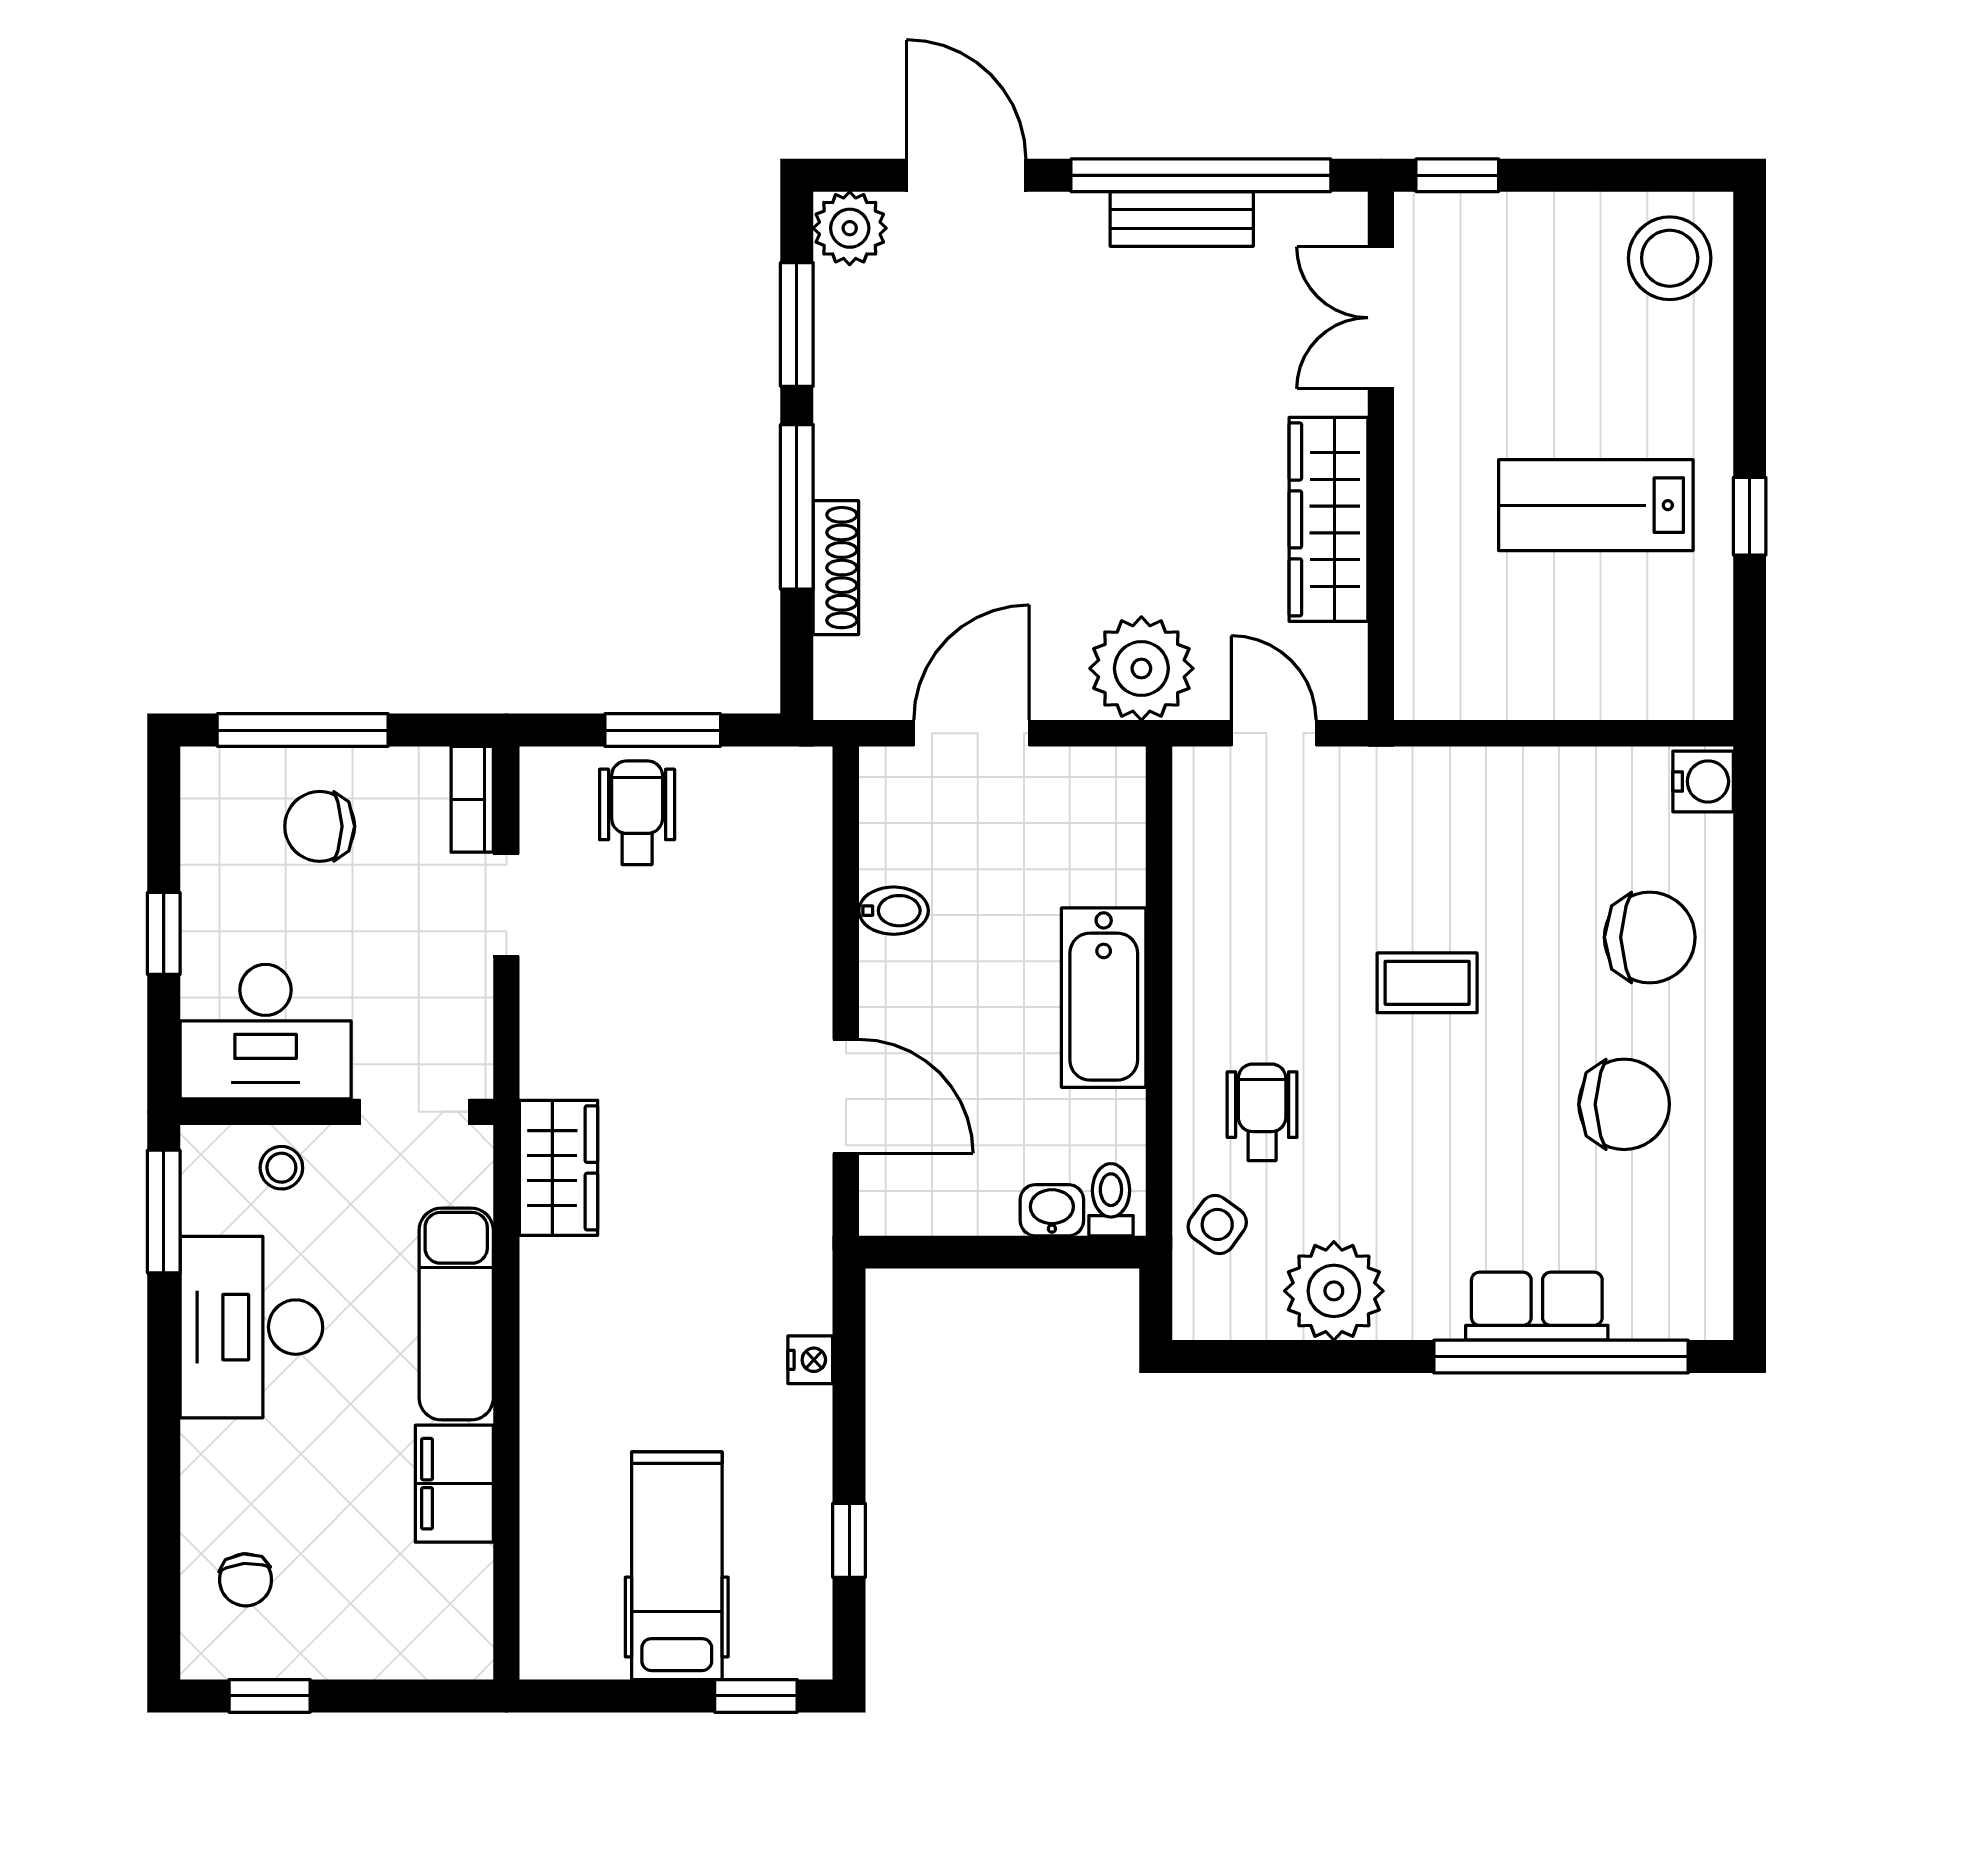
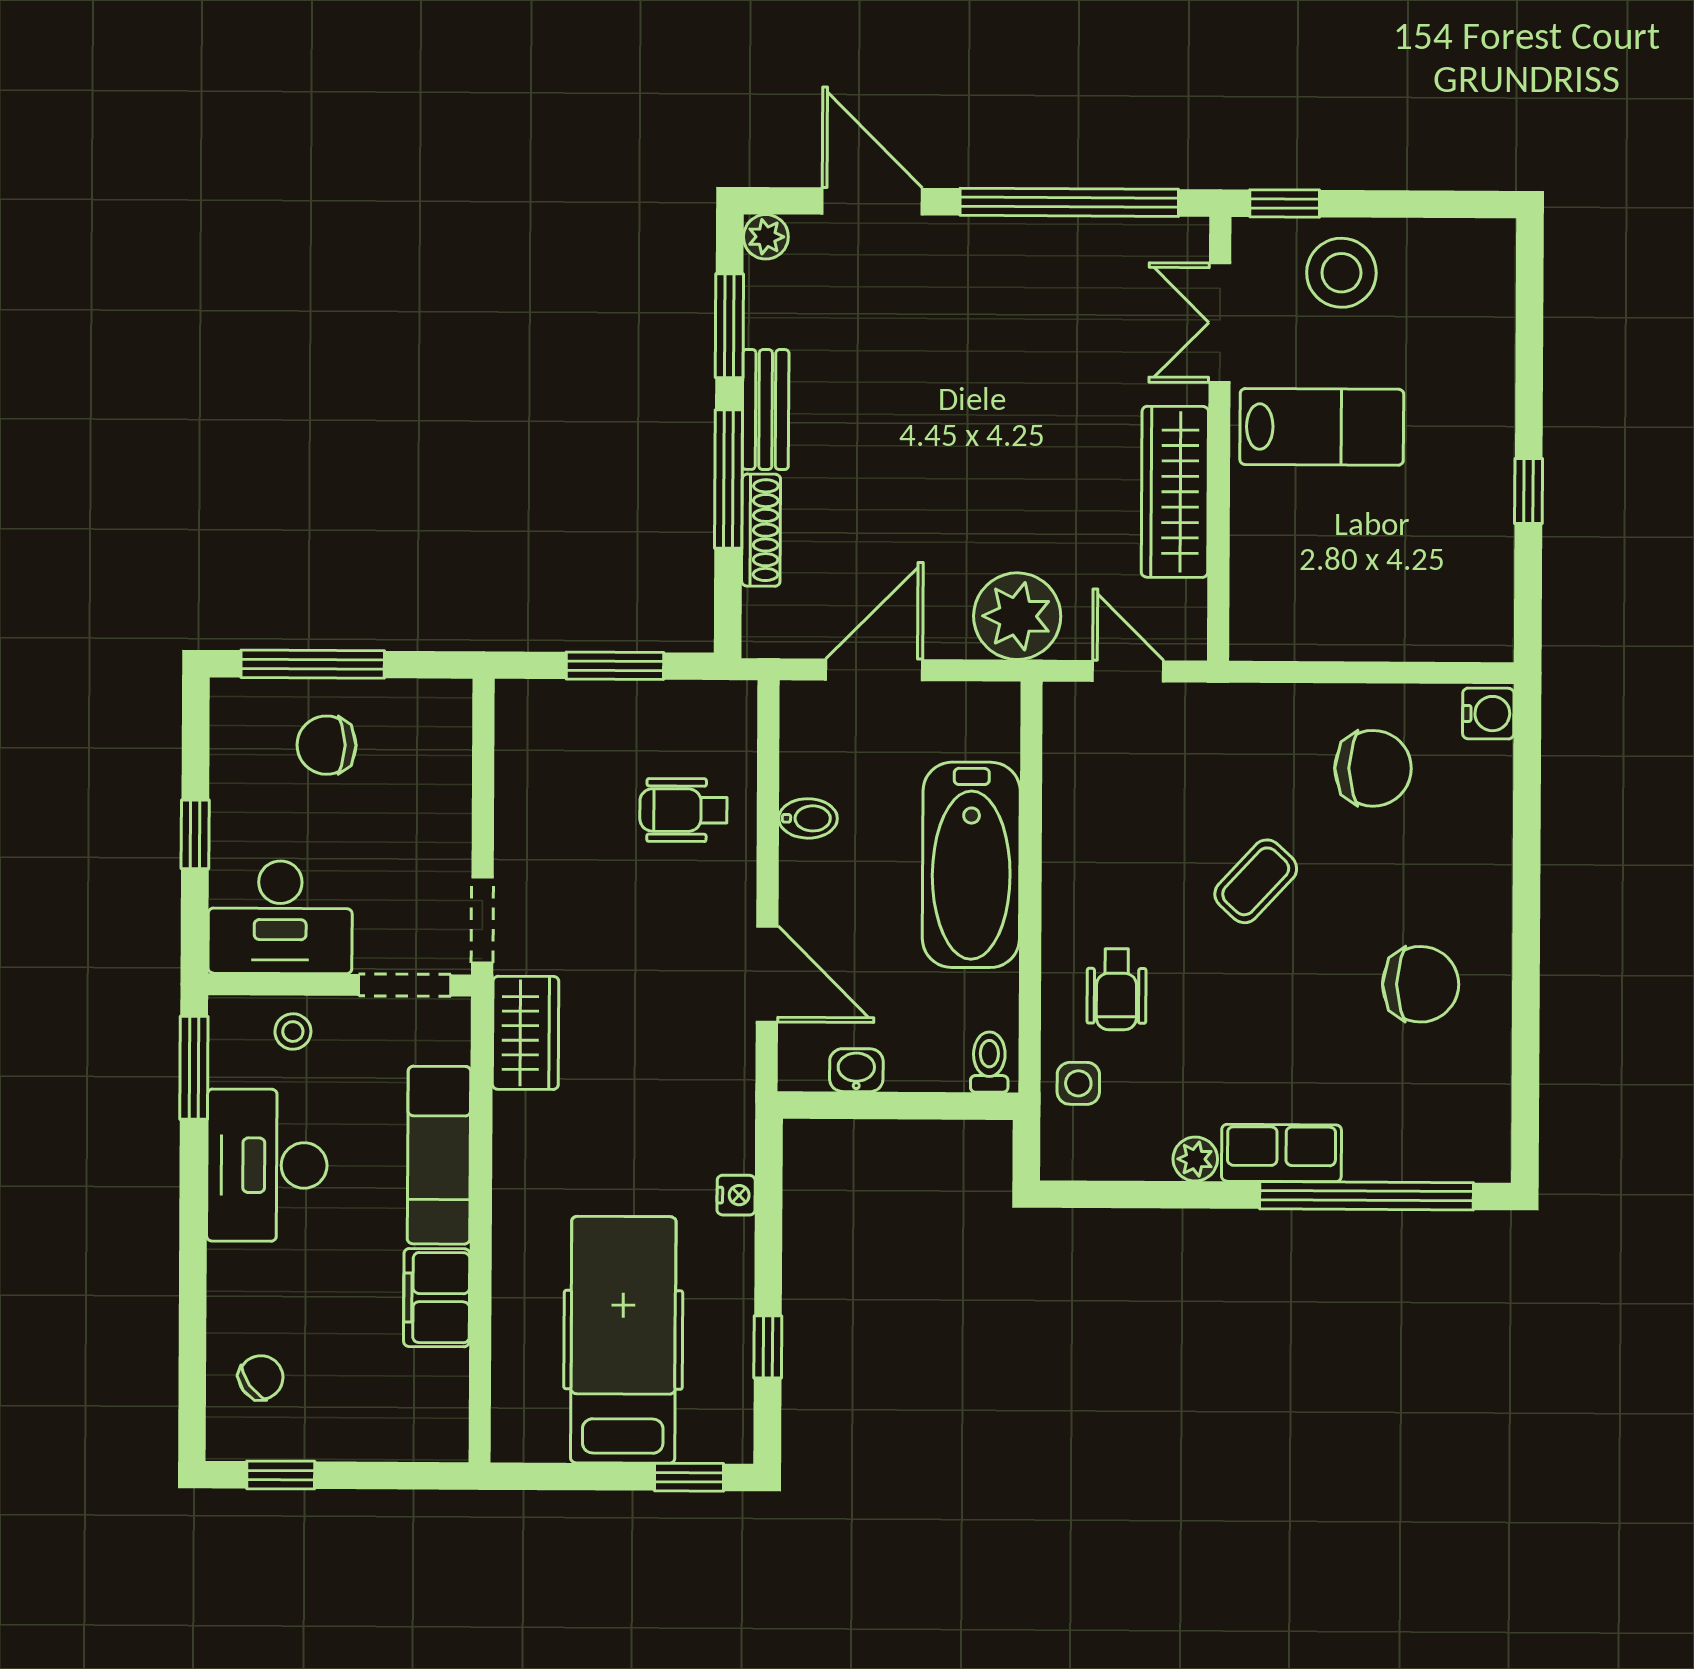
bench: (1182, 219) -> (766, 409), moved, turned 90
plant: (850, 228) -> (766, 237), width x0.73, depth x0.73
stool: (1670, 258) -> (1341, 273), moved
lab bench: (1596, 505) -> (1322, 427), moved, turned 180
bookcase: (472, 799) -> (455, 723), removed
wheelchair: (637, 813) -> (684, 810), moved, turned -90
doorway: (506, 905) -> (482, 920), moved
chair: (1650, 937) -> (1373, 768), moved
coffee table: (1427, 983) -> (1256, 881), turned -47
bathtub: (1104, 998) -> (971, 865), width x1.36, depth x1.36
wheelchair: (1262, 1112) -> (1117, 989), turned 180
washbasin: (1052, 1210) -> (856, 1070), moved
side table: (1217, 1225) -> (1078, 1083), turned -36
plant: (1334, 1291) -> (1195, 1159), width x0.53, depth x0.53
row of seats: (1537, 1306) -> (1281, 1153), moved
hospital bed: (677, 1566) -> (623, 1340), width x1.37, depth x1.29
chair: (246, 1580) -> (261, 1377), turned -121

